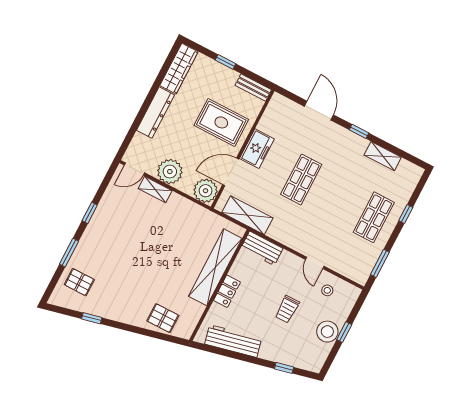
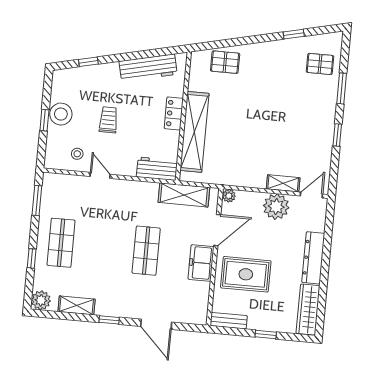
plant: (412, 173) -> (41, 300), added
plant: (206, 191) -> (229, 196), width x0.53, depth x0.53

